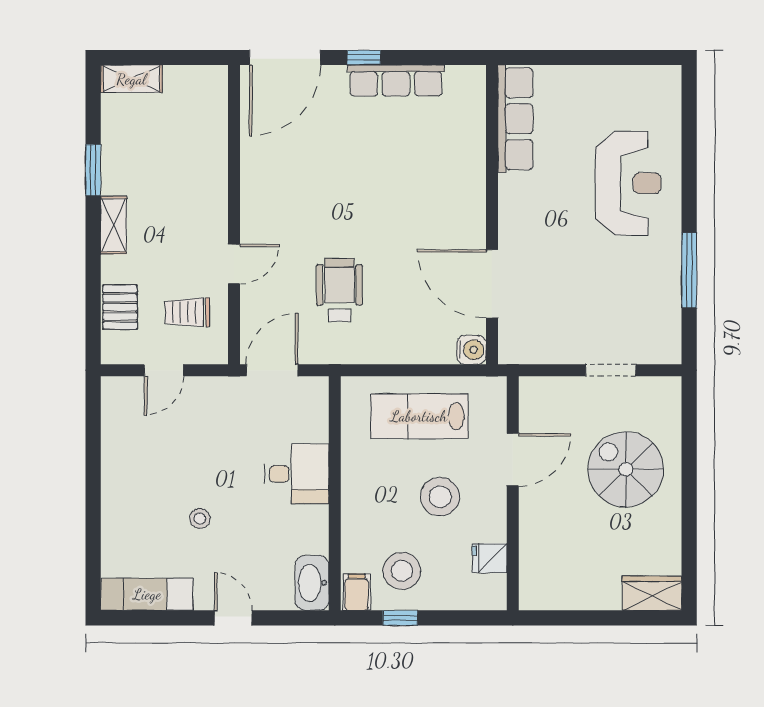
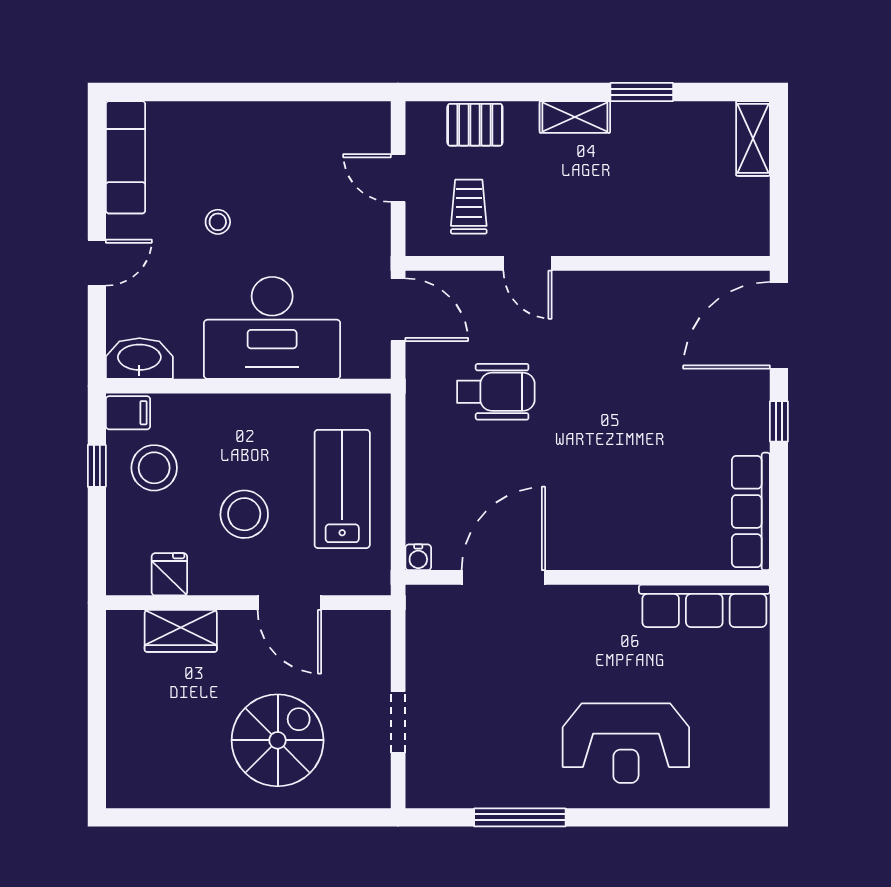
door: (285, 57) -> (779, 325), hinge flipped
row of seats: (396, 80) -> (751, 511), moved
water cooler: (471, 350) -> (418, 557), width x0.72, depth x0.72
desk: (297, 474) -> (272, 328), width x1.87, depth x1.30
wardrobe: (652, 593) -> (181, 631), moved, turned 90

